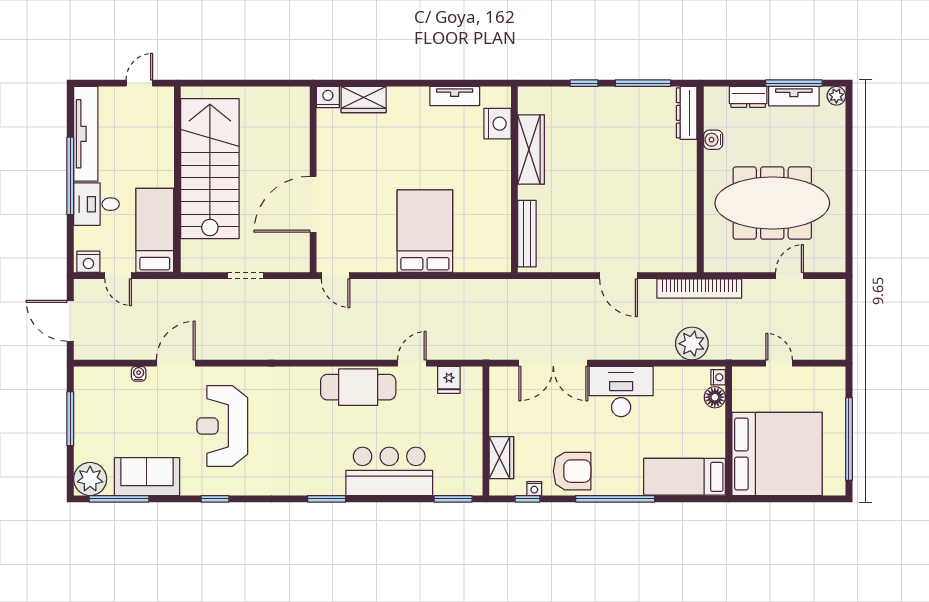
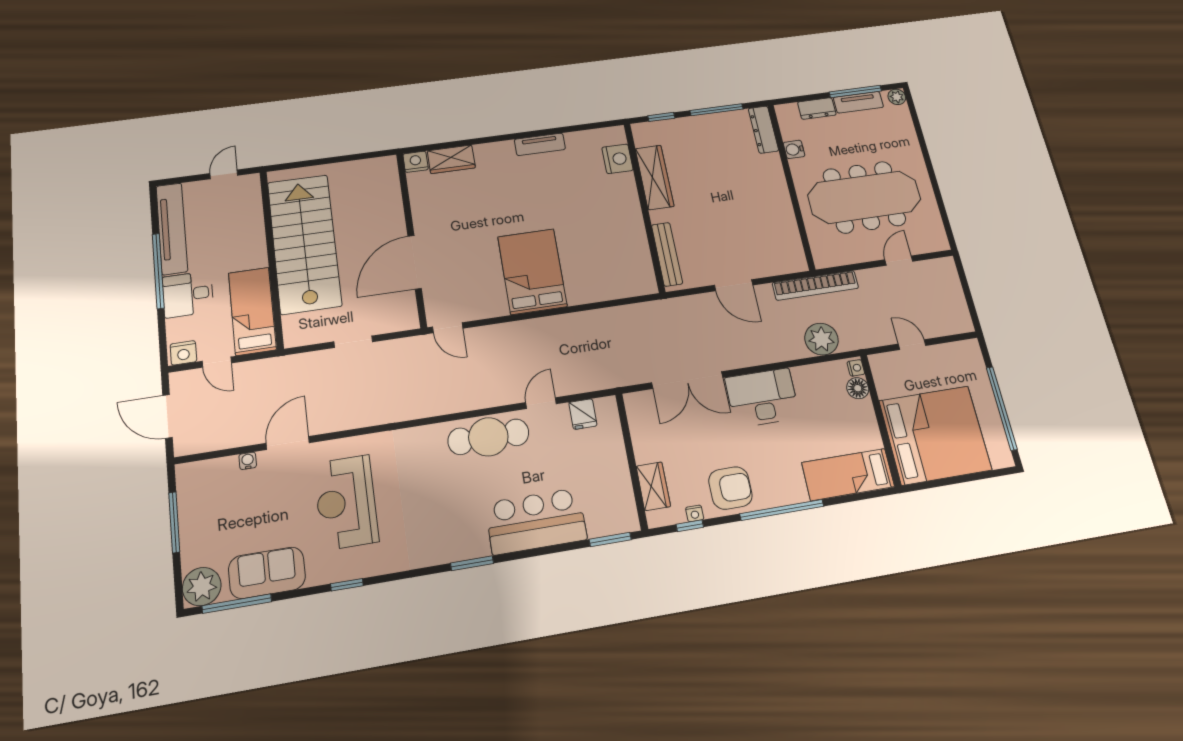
nightstand: (497, 124) -> (617, 159), moved
wardrobe: (531, 150) -> (655, 177), moved
wall: (514, 179) -> (644, 206), moved
bench: (527, 234) -> (667, 254), moved

